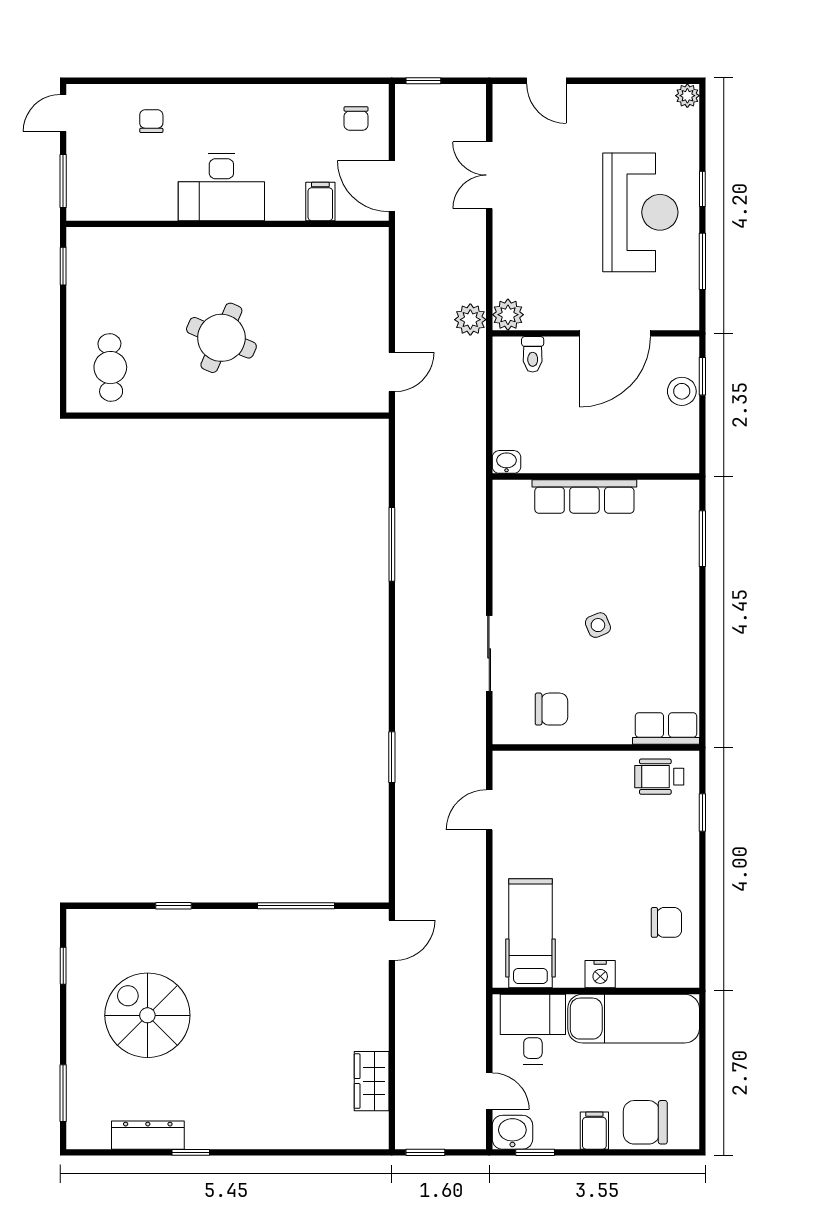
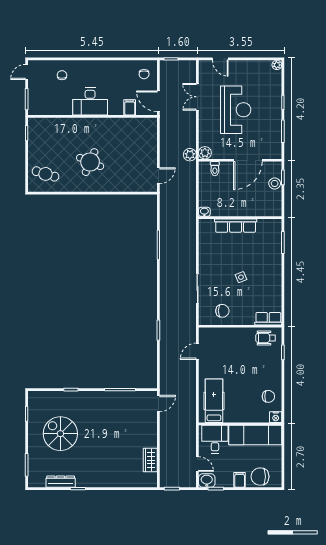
reception desk: (640, 212) -> (236, 110), moved
cafe table: (110, 368) -> (45, 174), turned -71
nightstand: (600, 974) -> (276, 417), moved

